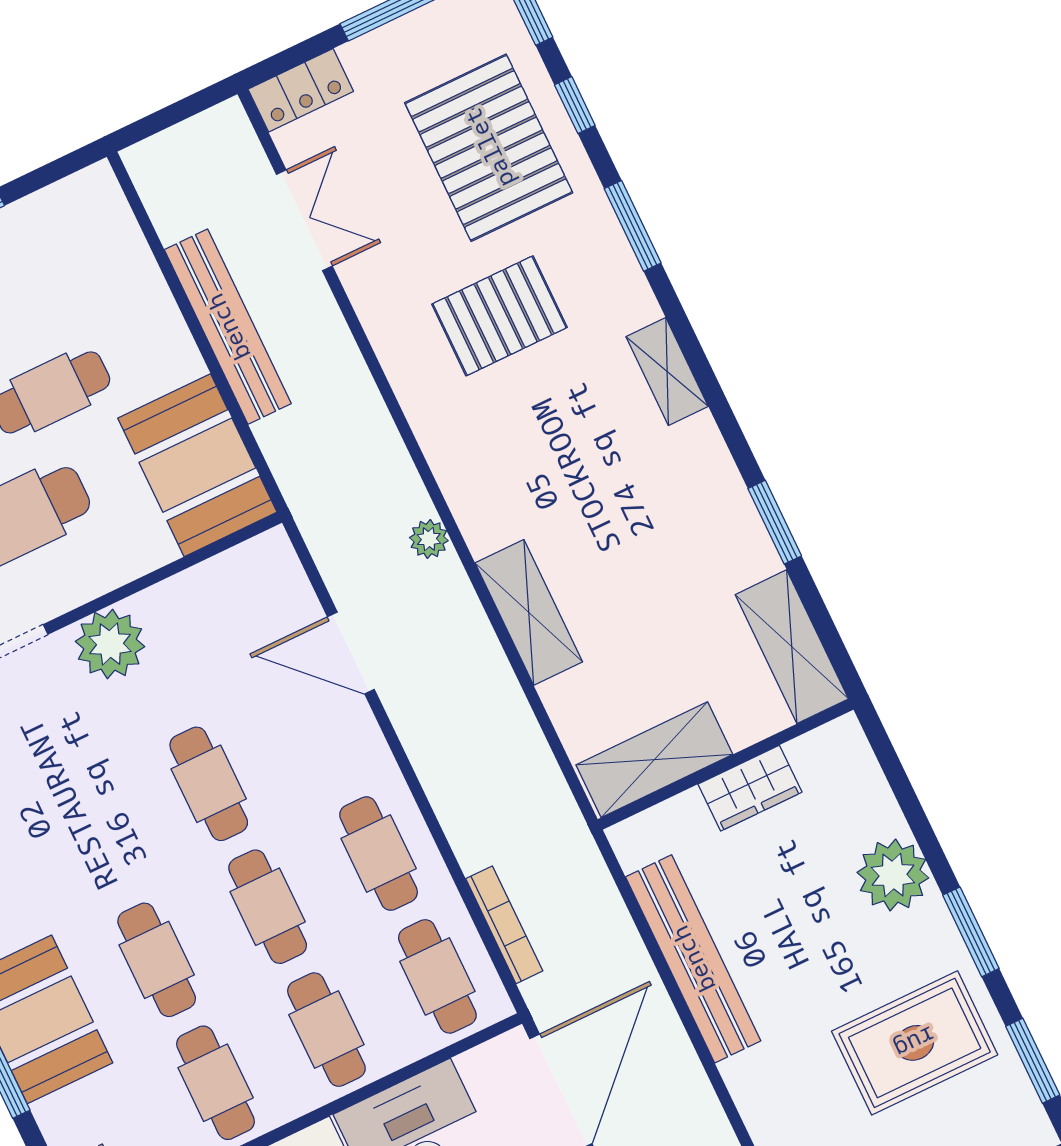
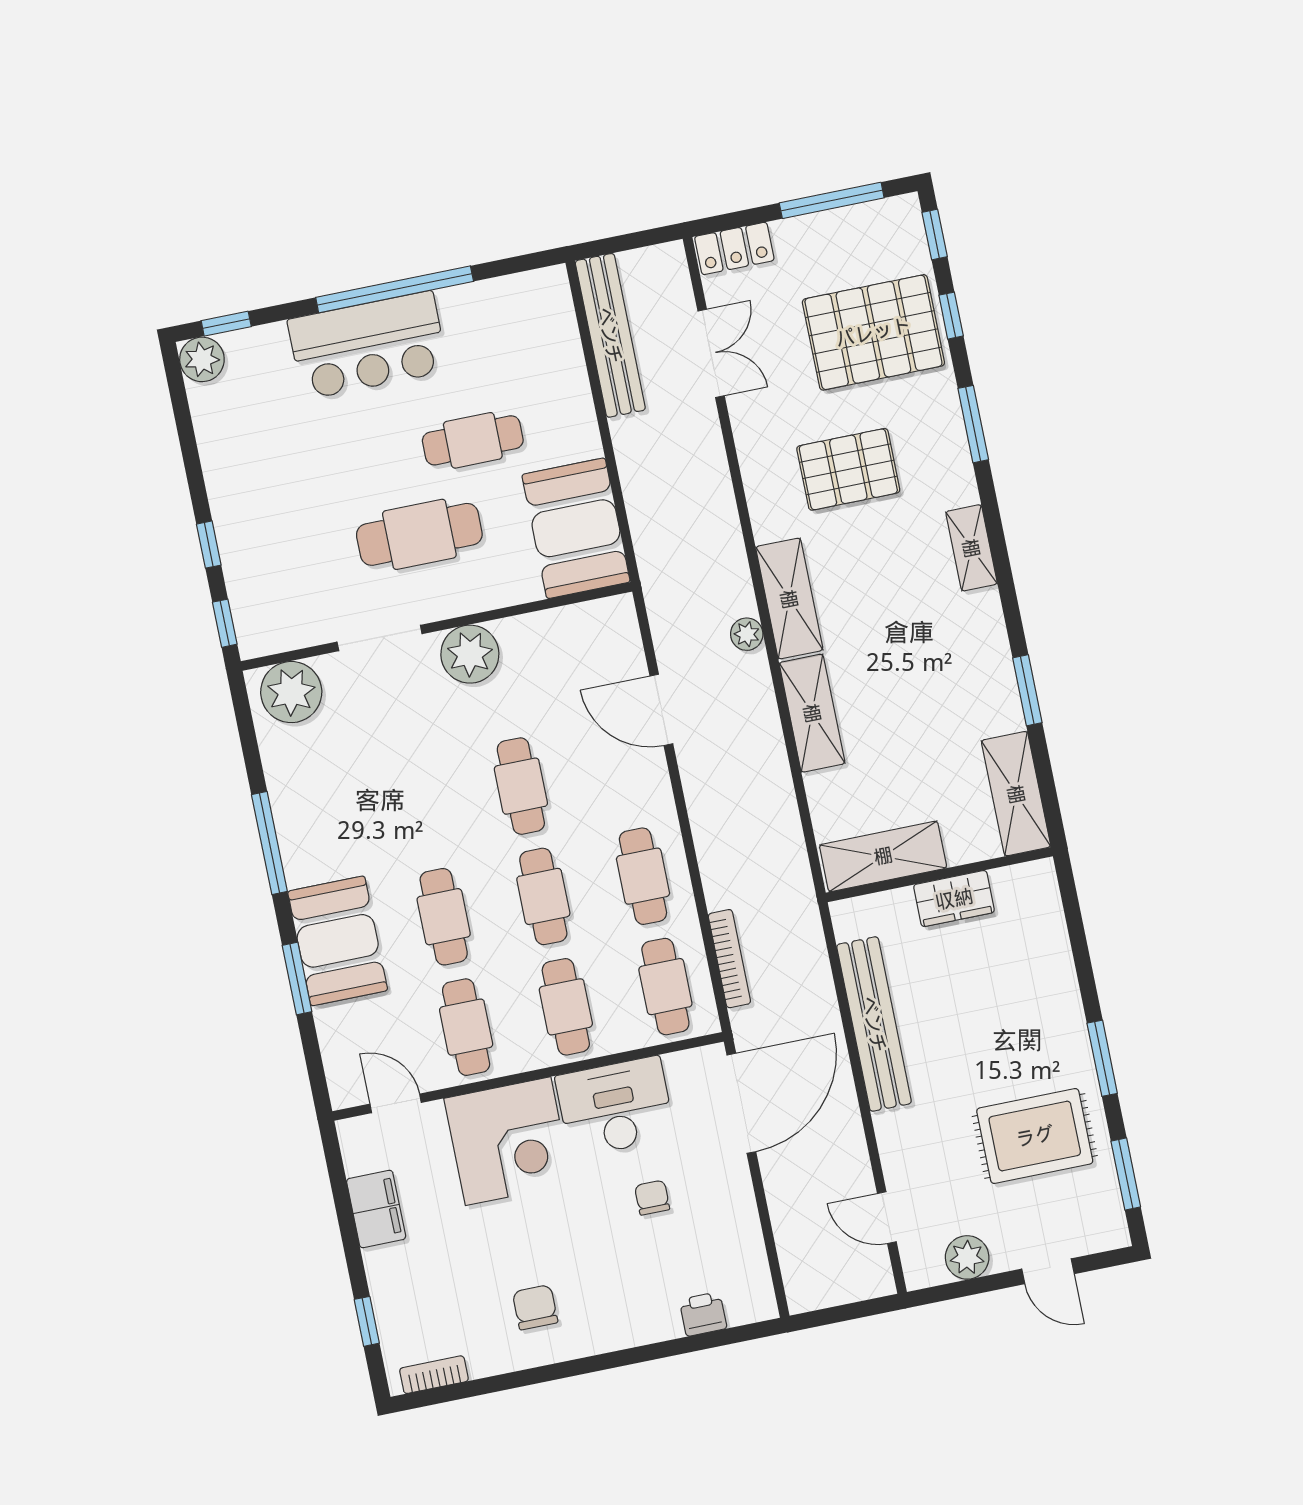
pallet: (489, 148) -> (873, 332), turned 90
bench: (228, 327) -> (610, 335), moved
shelving: (468, 485) -> (789, 599), added
plant: (893, 875) -> (1051, 997), removed

